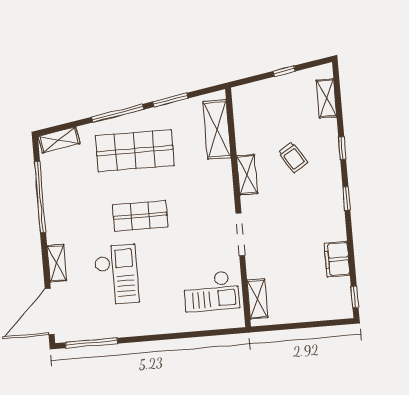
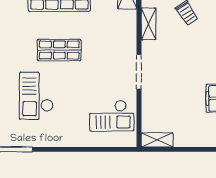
checkout: (117, 275) -> (36, 96), turned 180
shelving: (257, 299) -> (157, 140), moved, turned 90

